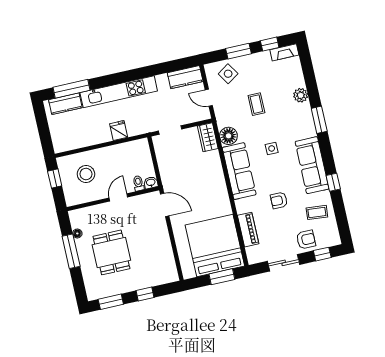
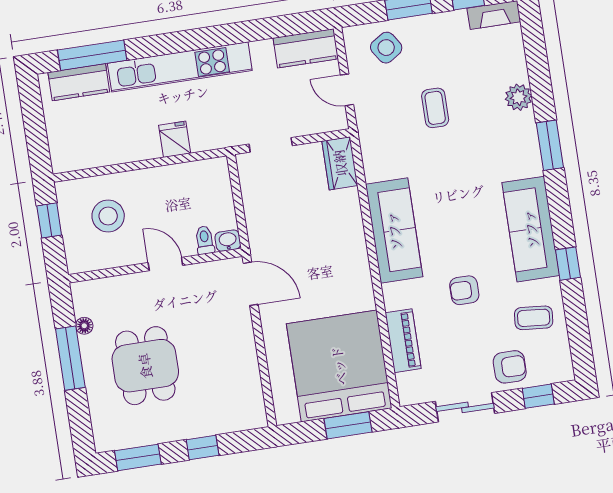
floor lamp: (228, 136) -> (379, 163), removed
side table: (272, 148) -> (458, 193), removed
door: (118, 197) -> (165, 264), hinge flipped

